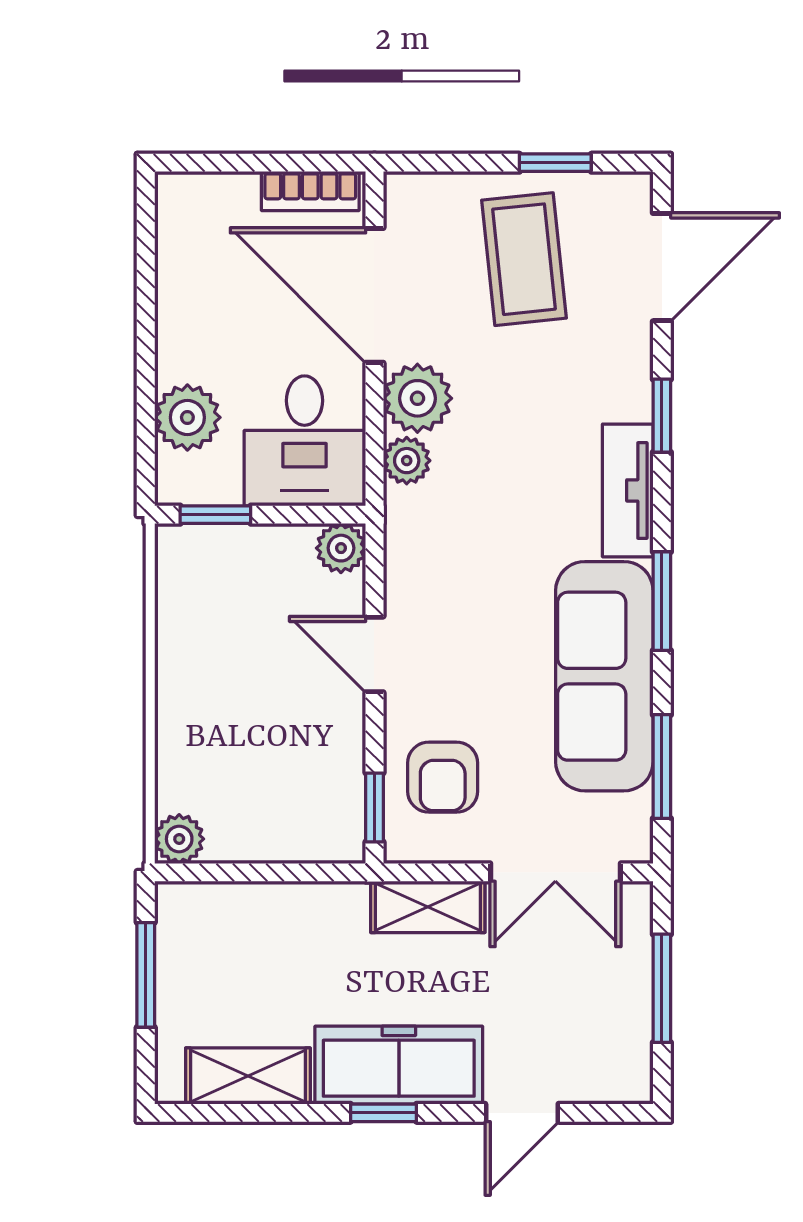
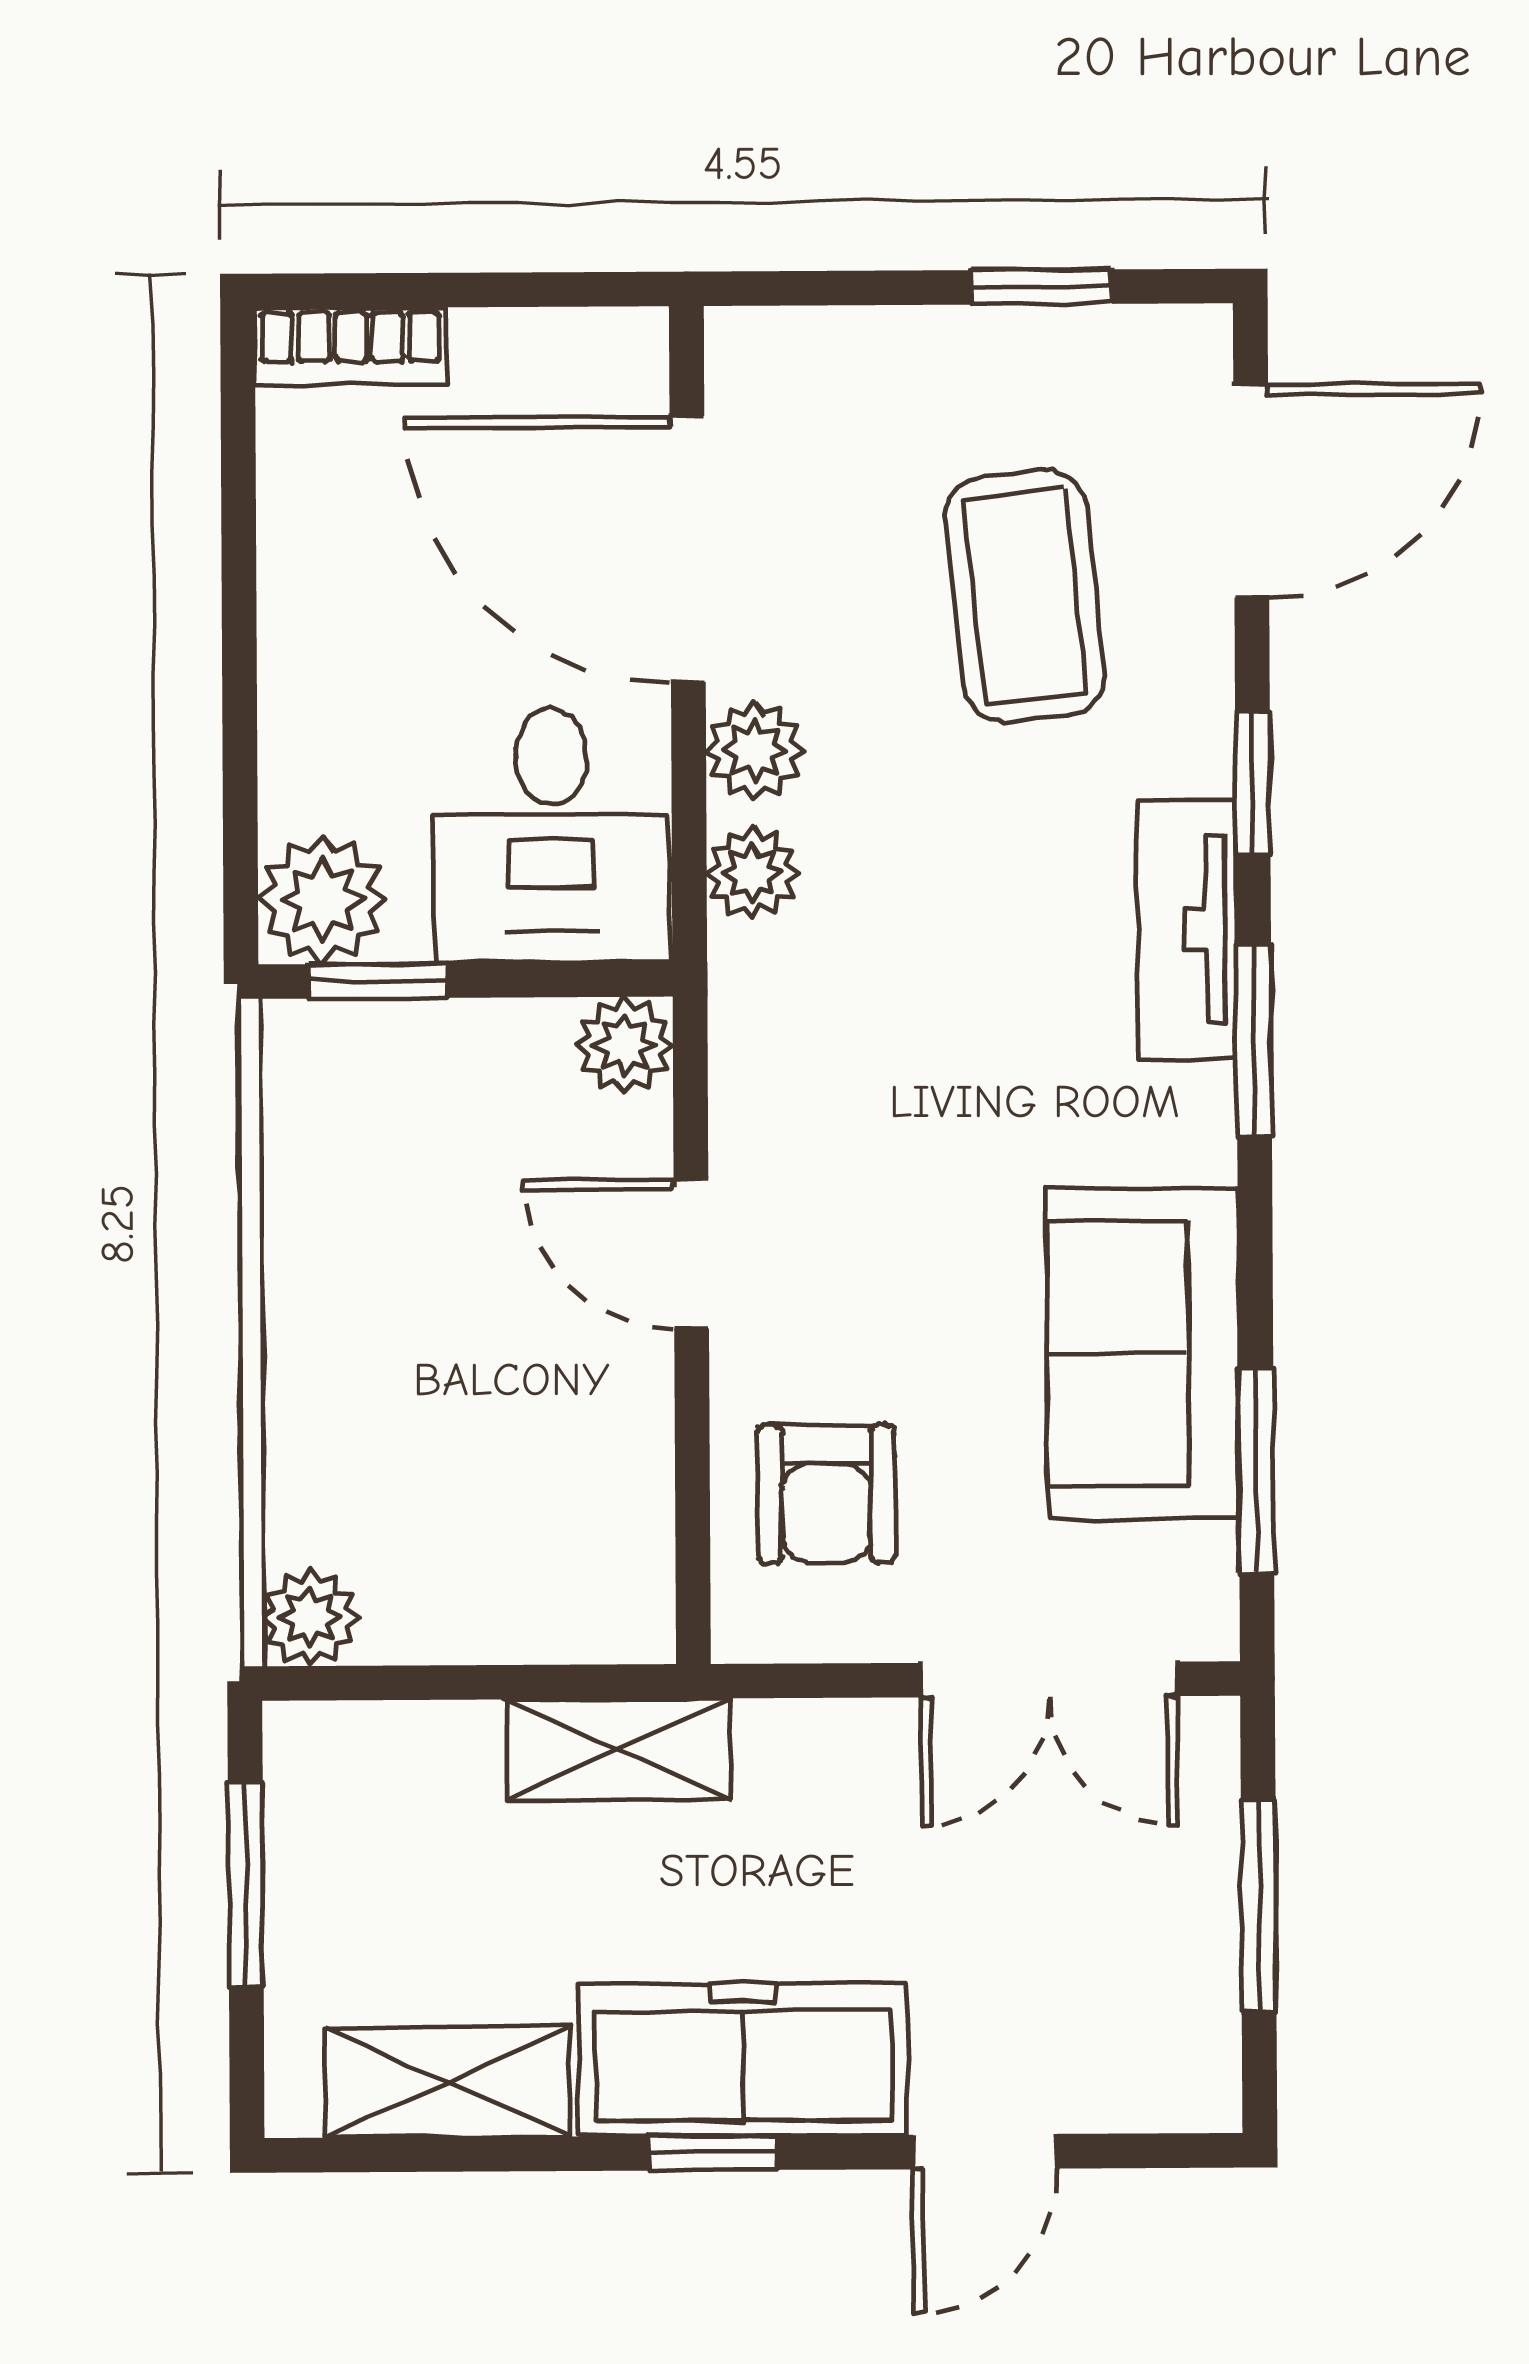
bookcase: (310, 191) -> (351, 346), moved
coffee table: (524, 259) -> (1025, 596), moved
plant: (417, 398) -> (755, 751), width x0.73, depth x0.73
plant: (187, 417) -> (322, 900), moved
window: (662, 601) -> (1254, 1040), moved
sofa: (604, 676) -> (1143, 1354), width x0.73
window: (374, 807) -> (693, 1554), removed
shelving: (428, 907) -> (618, 1749), moved

